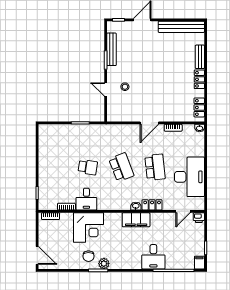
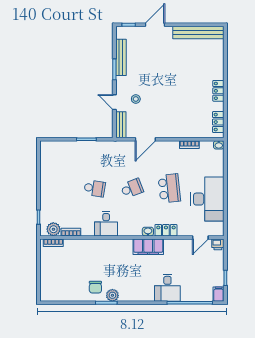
bench: (200, 57) -> (121, 125), moved
door: (149, 123) -> (145, 139), moved
school desk: (121, 167) -> (132, 188), width x0.54
desk: (86, 199) -> (106, 224), moved
plant: (51, 204) -> (53, 229), added
corner desk: (88, 227) -> (95, 255), removed
door: (37, 255) -> (38, 286), removed

